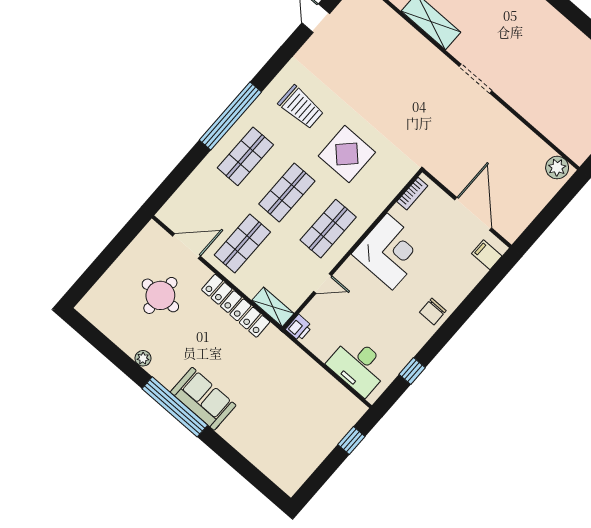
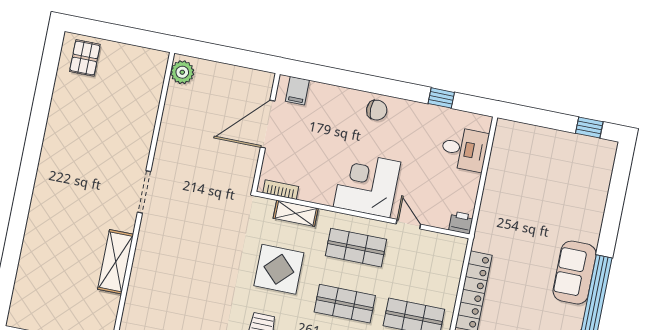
corner desk: (390, 251) -> (367, 184), moved
shelving: (273, 307) -> (296, 213), moved, turned 90
desk: (358, 366) -> (464, 149), width x0.73
window: (351, 441) -> (589, 128), moved

